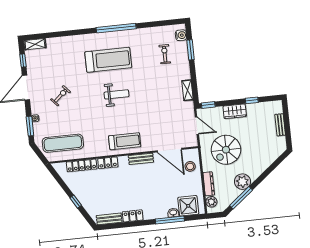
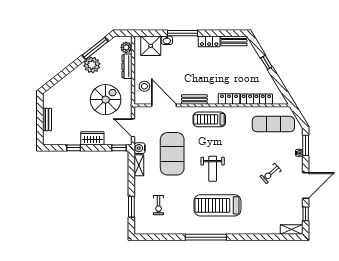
water cooler: (181, 35) -> (140, 148), moved
weight bench: (117, 94) -> (213, 169), turned -90
exercise mat: (157, 105) -> (172, 154), added
window: (170, 220) -> (182, 33), moved

